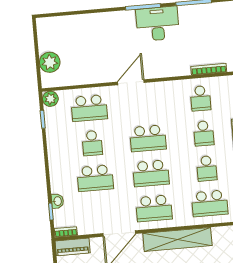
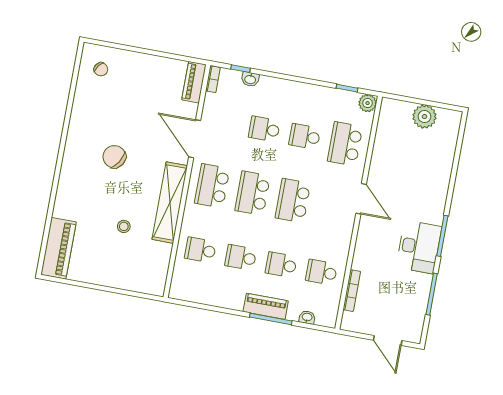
plant: (50, 62) -> (424, 117), moved
school desk: (95, 178) -> (264, 129), width x0.54
school desk: (210, 203) -> (200, 250), width x0.54

